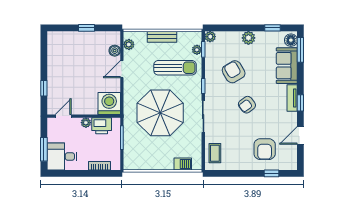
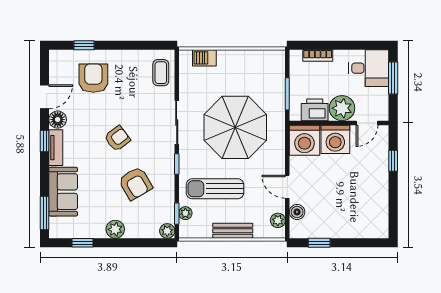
window: (86, 28) -> (319, 243), moved
floor lamp: (291, 40) -> (58, 120), moved
door: (122, 69) -> (287, 187), swing flipped
washing machine: (86, 104) -> (335, 139), added
plant: (86, 123) -> (342, 108), width x1.87, depth x1.87

